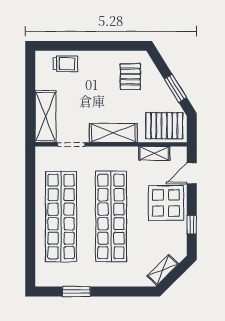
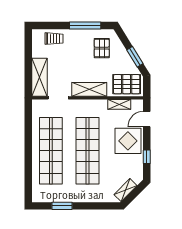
window: (108, 46) -> (85, 25), added

